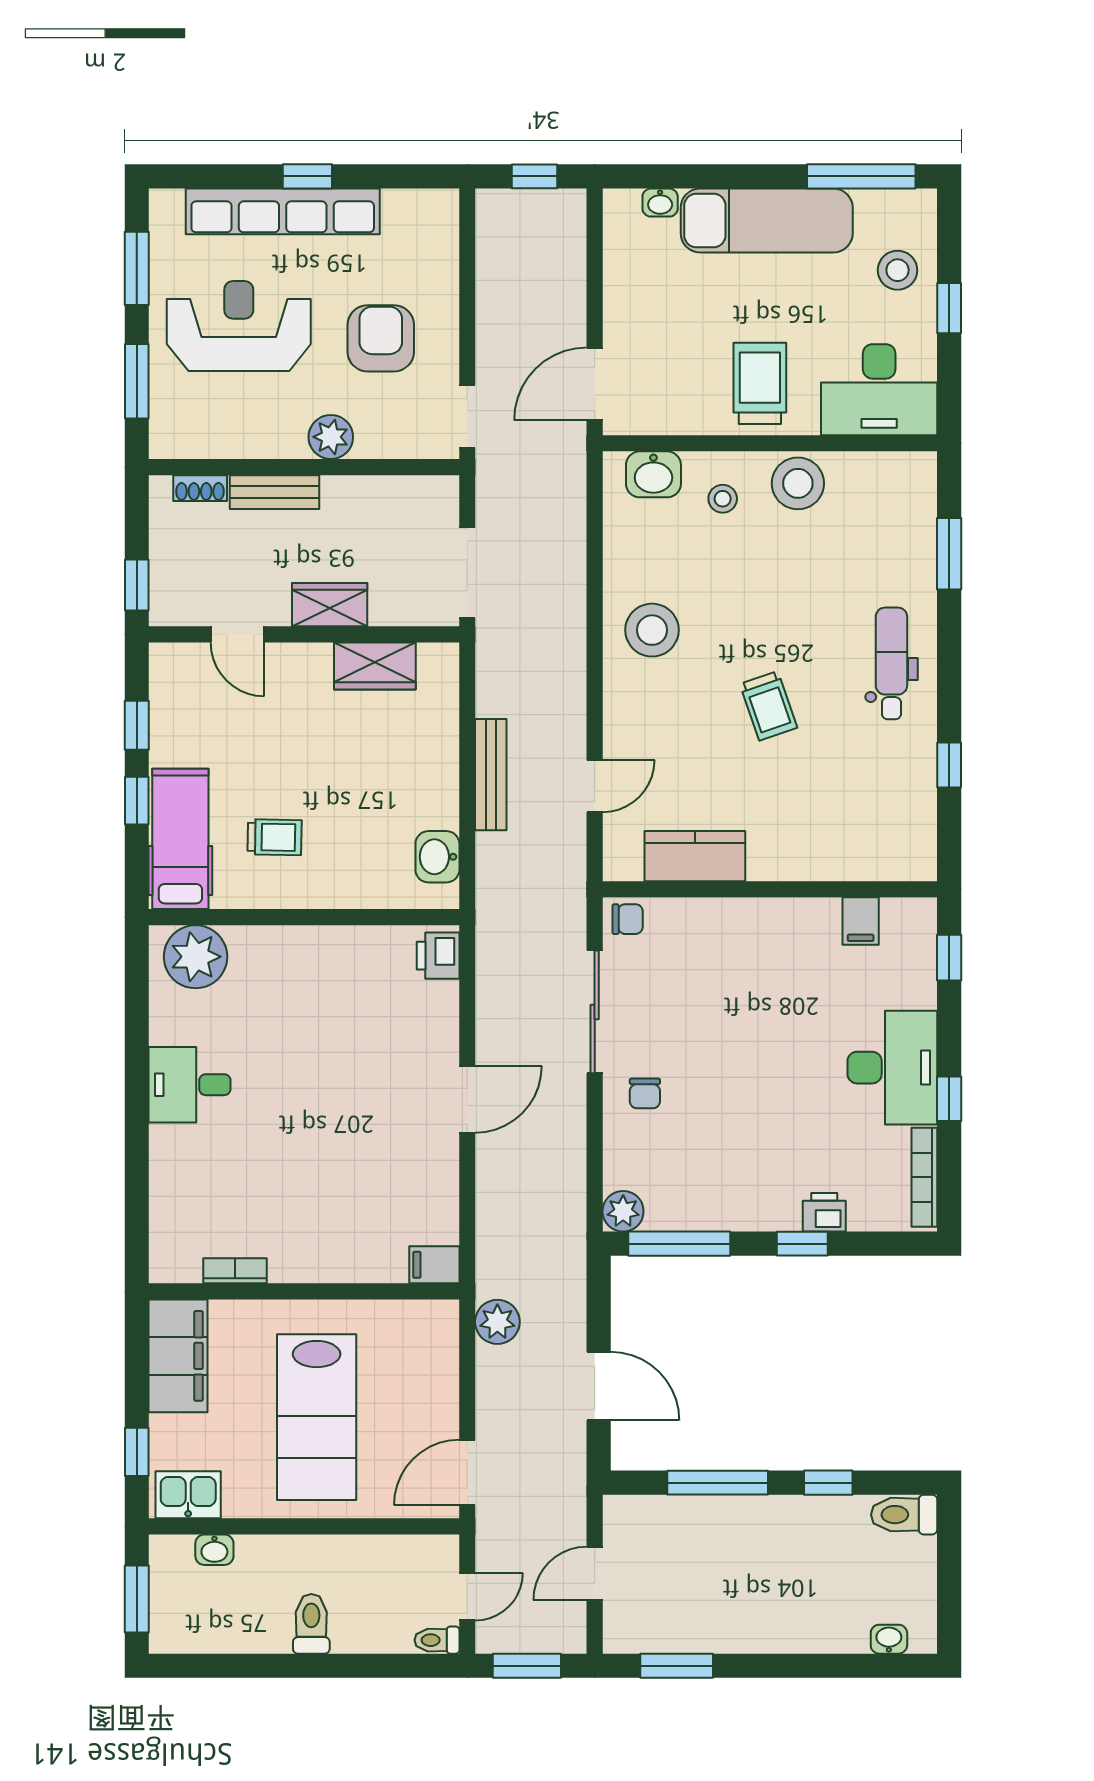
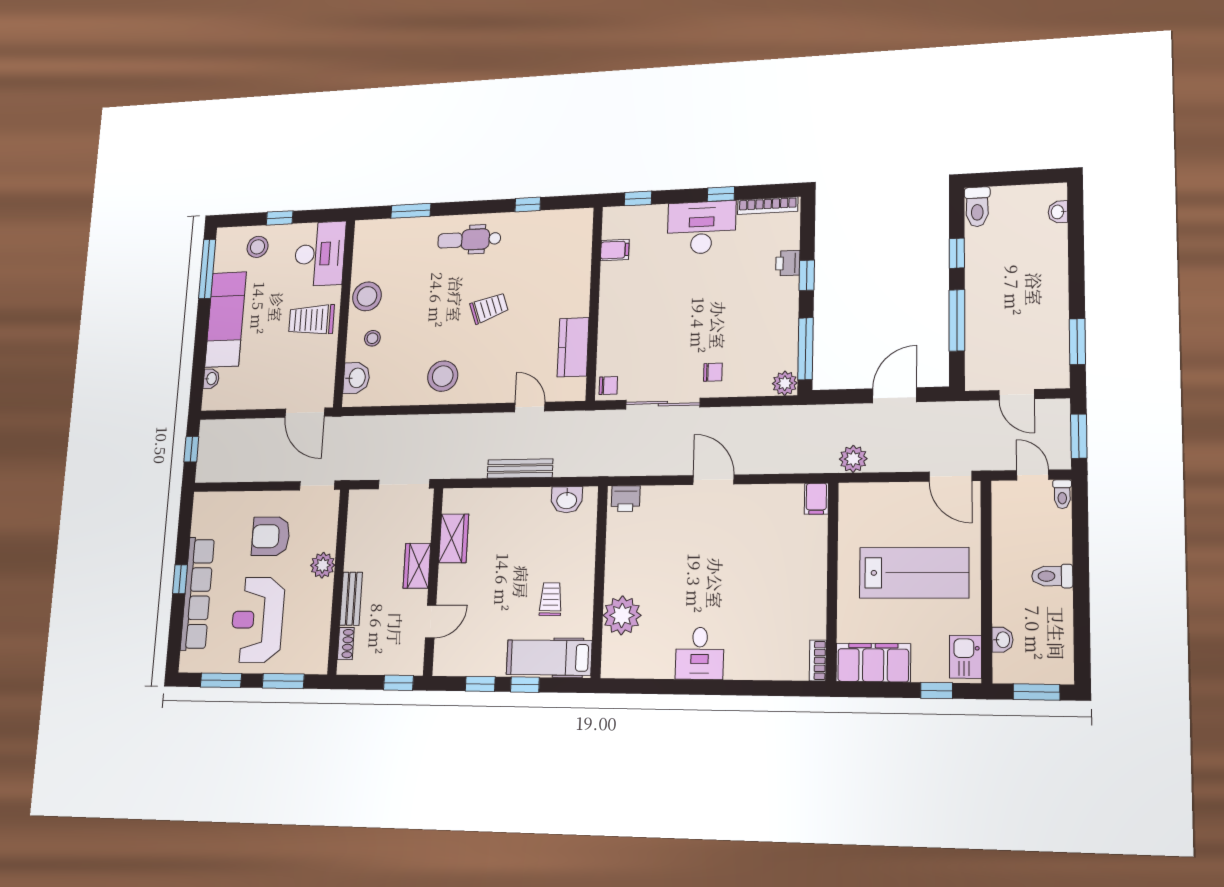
chair: (628, 919) -> (608, 386), turned 90
plant: (196, 957) -> (622, 615), moved
bookcase: (235, 1271) -> (818, 660), moved

